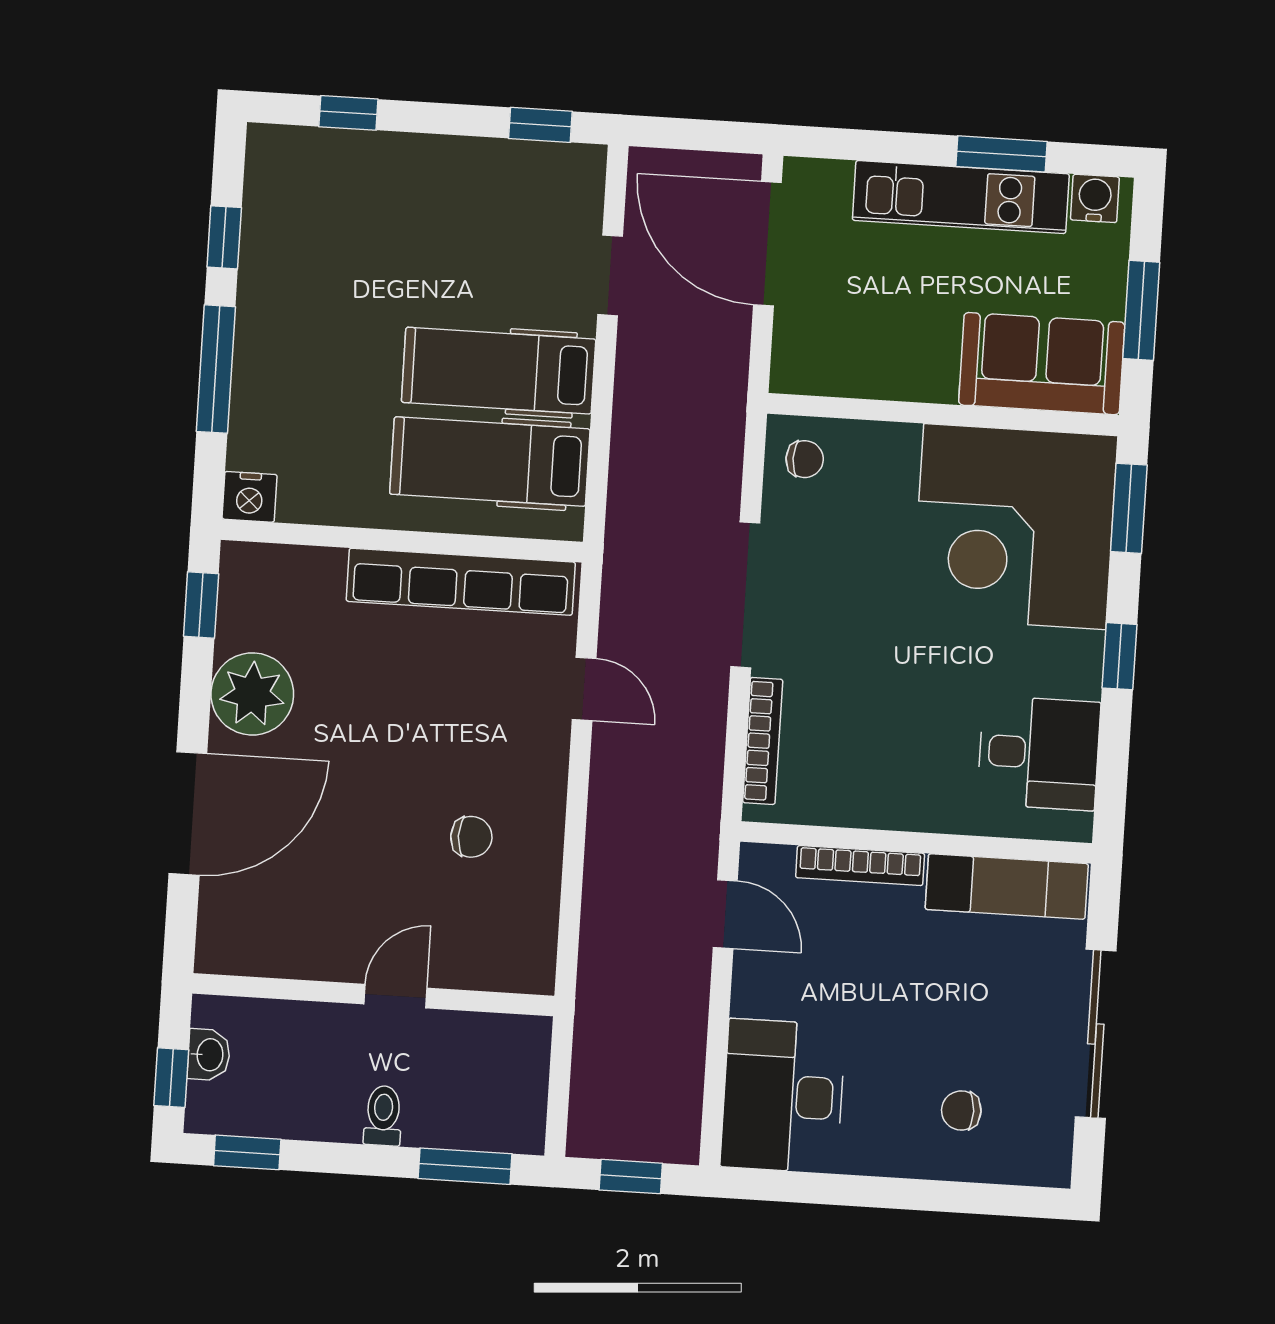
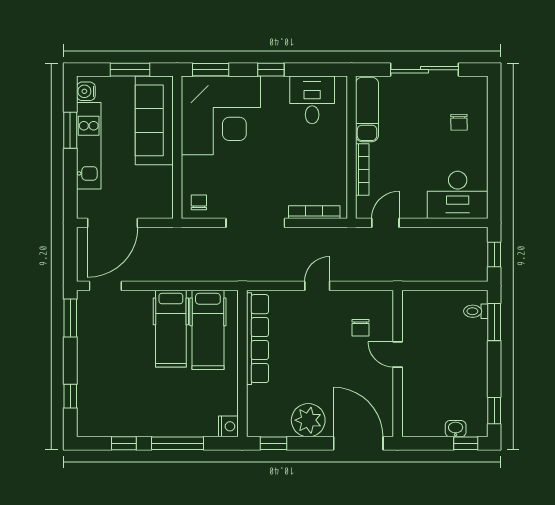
window: (540, 125) -> (70, 318), width x1.50
doorway: (610, 275) -> (105, 286), moved
sofa: (1042, 364) -> (154, 120), width x1.36
door: (584, 689) -> (317, 286), moved
chair: (471, 837) -> (361, 328), turned 180
wall: (373, 995) -> (398, 363), moved
door: (395, 996) -> (398, 354), moved
toilet: (383, 1116) -> (476, 311), moved

